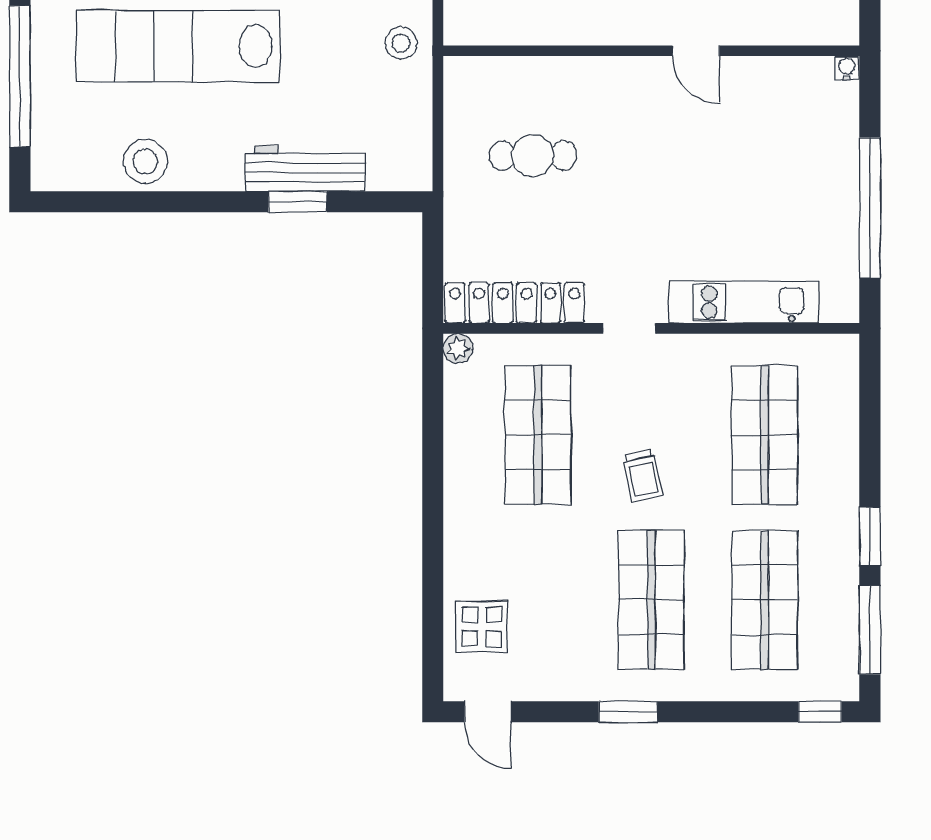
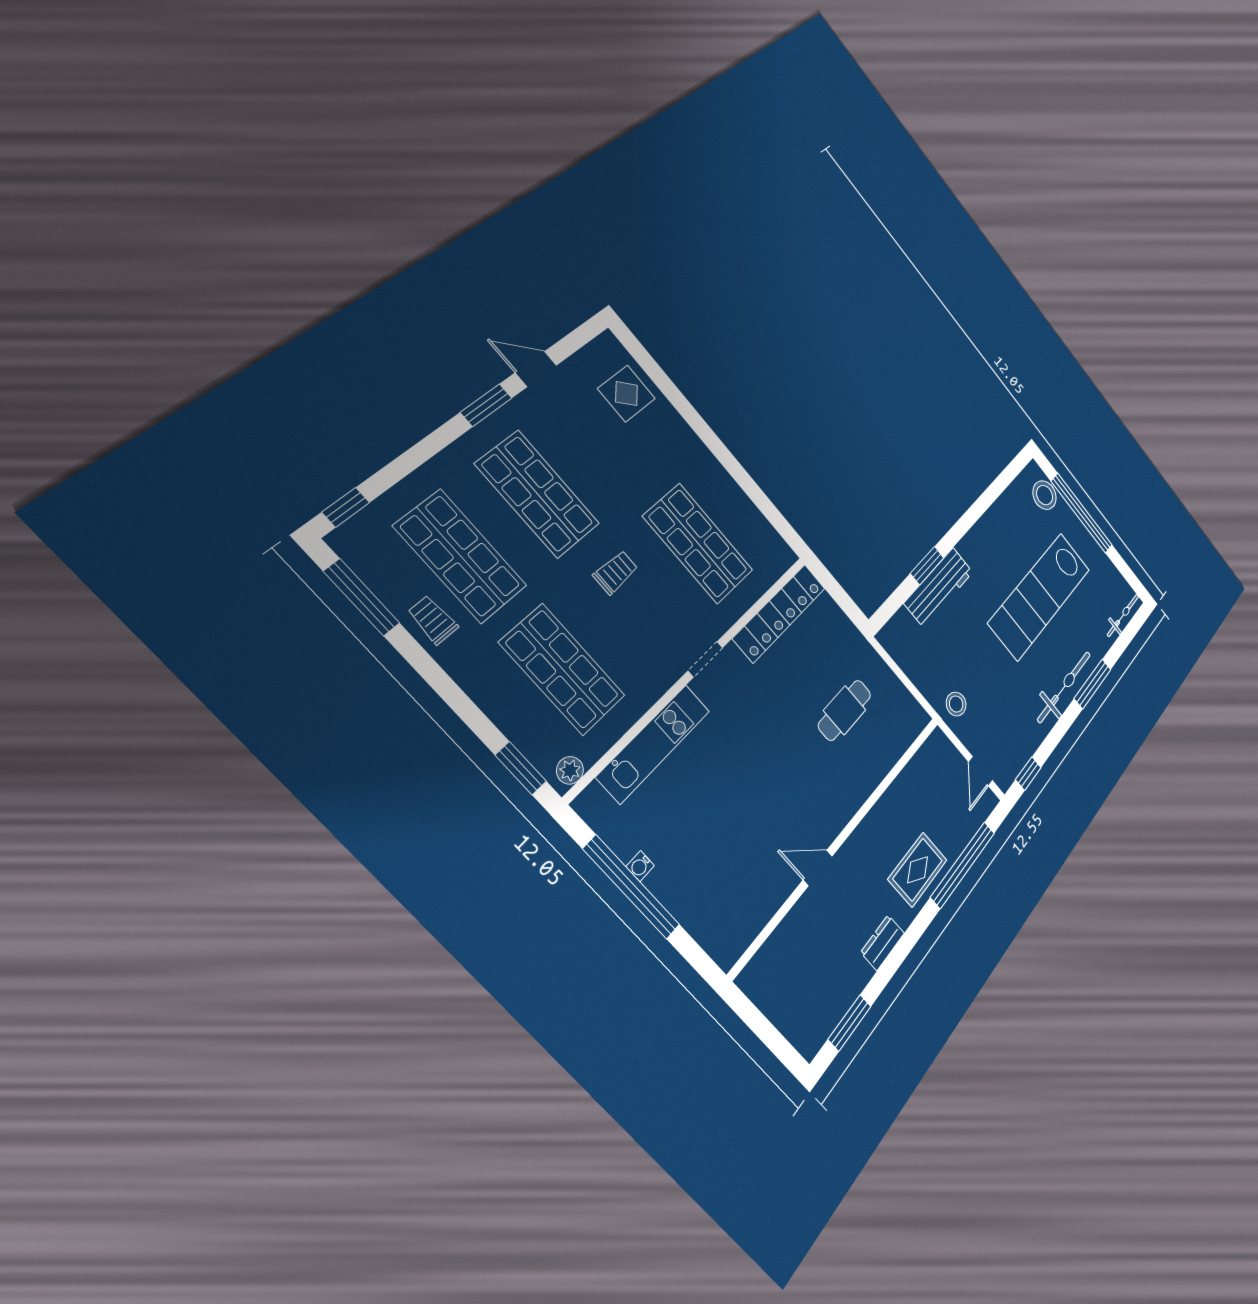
lab bench: (178, 46) -> (1040, 596), turned 180
water cooler: (847, 68) -> (640, 866), moved, turned 90
stool: (145, 162) -> (1045, 495), moved
plant: (458, 348) -> (570, 770), moved
trolley: (643, 476) -> (616, 572), turned 102
window: (870, 536) -> (521, 768), moved
trolley: (832, 567) -> (433, 620), added
door: (488, 712) -> (536, 369), moved

